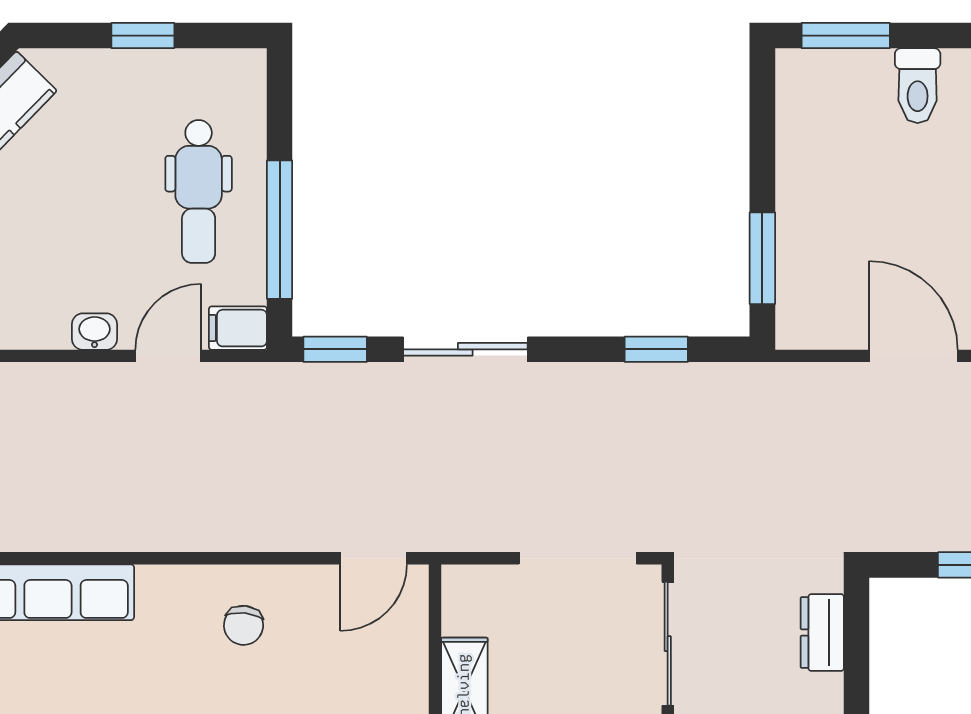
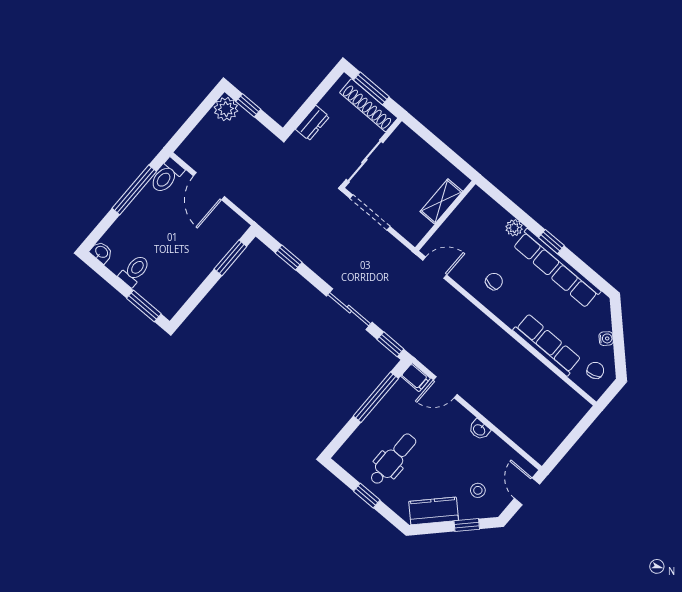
dental chair: (199, 192) -> (393, 459), moved
washbasin: (95, 332) -> (479, 430), moved

